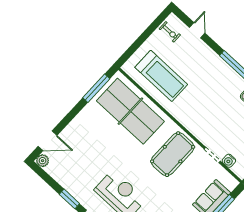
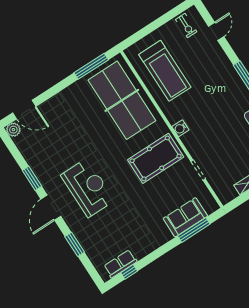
water cooler: (229, 161) -> (180, 128), moved

